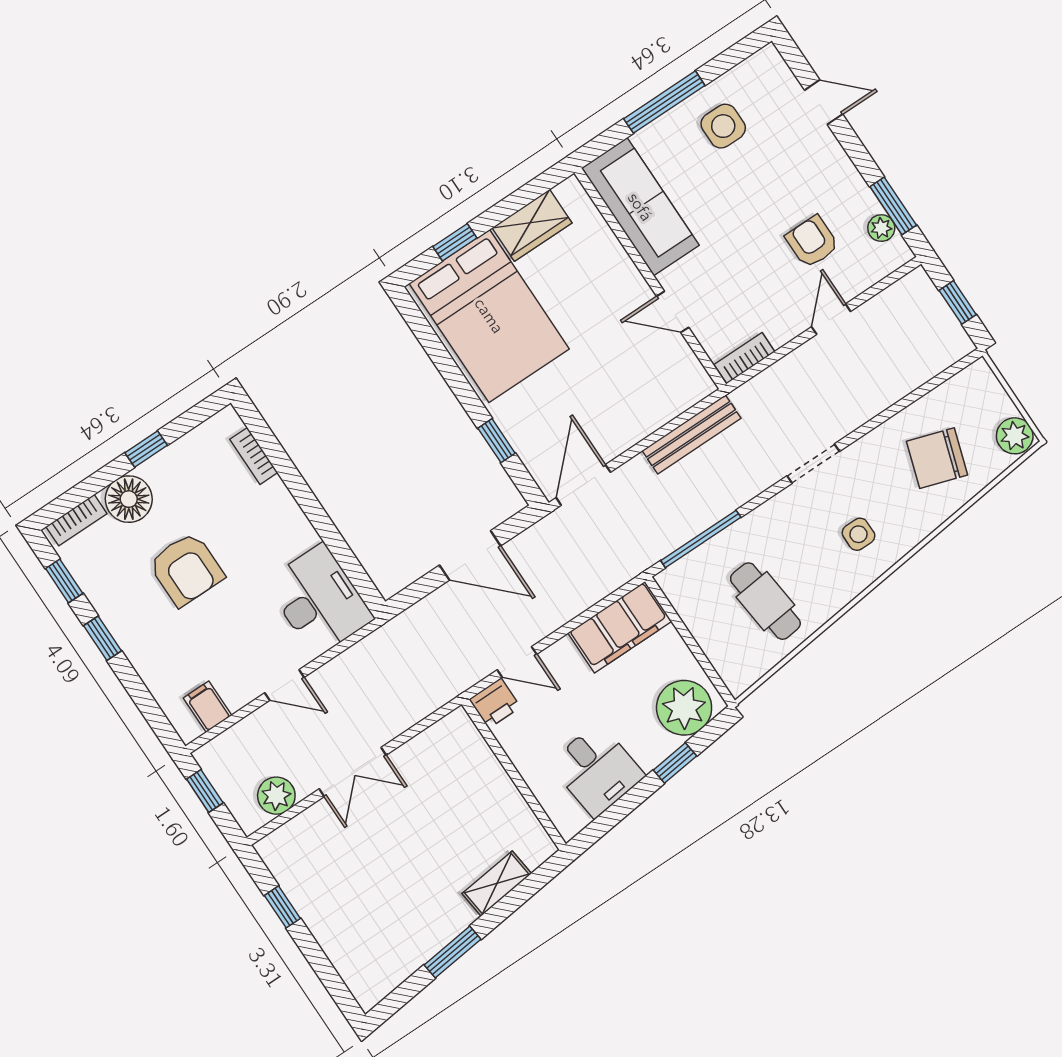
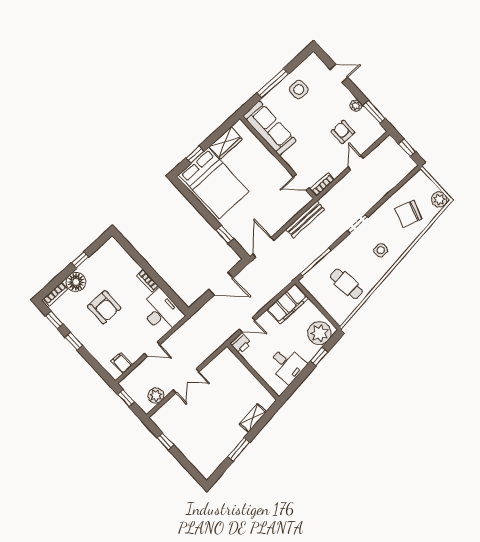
plant: (881, 228) -> (356, 106), moved
door: (673, 312) -> (301, 182), moved
bookcase: (254, 456) -> (148, 281), moved

